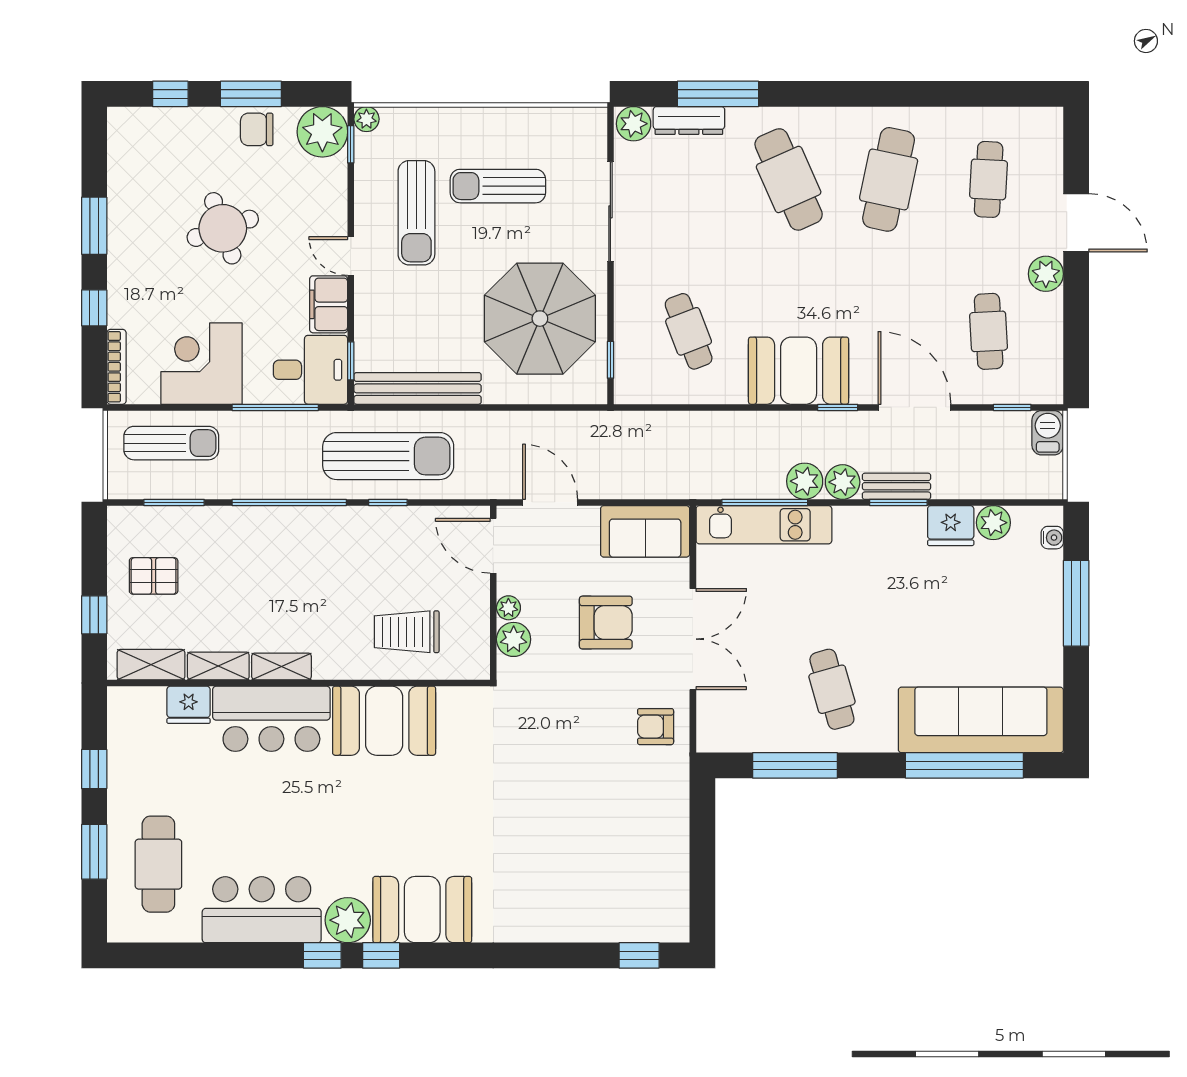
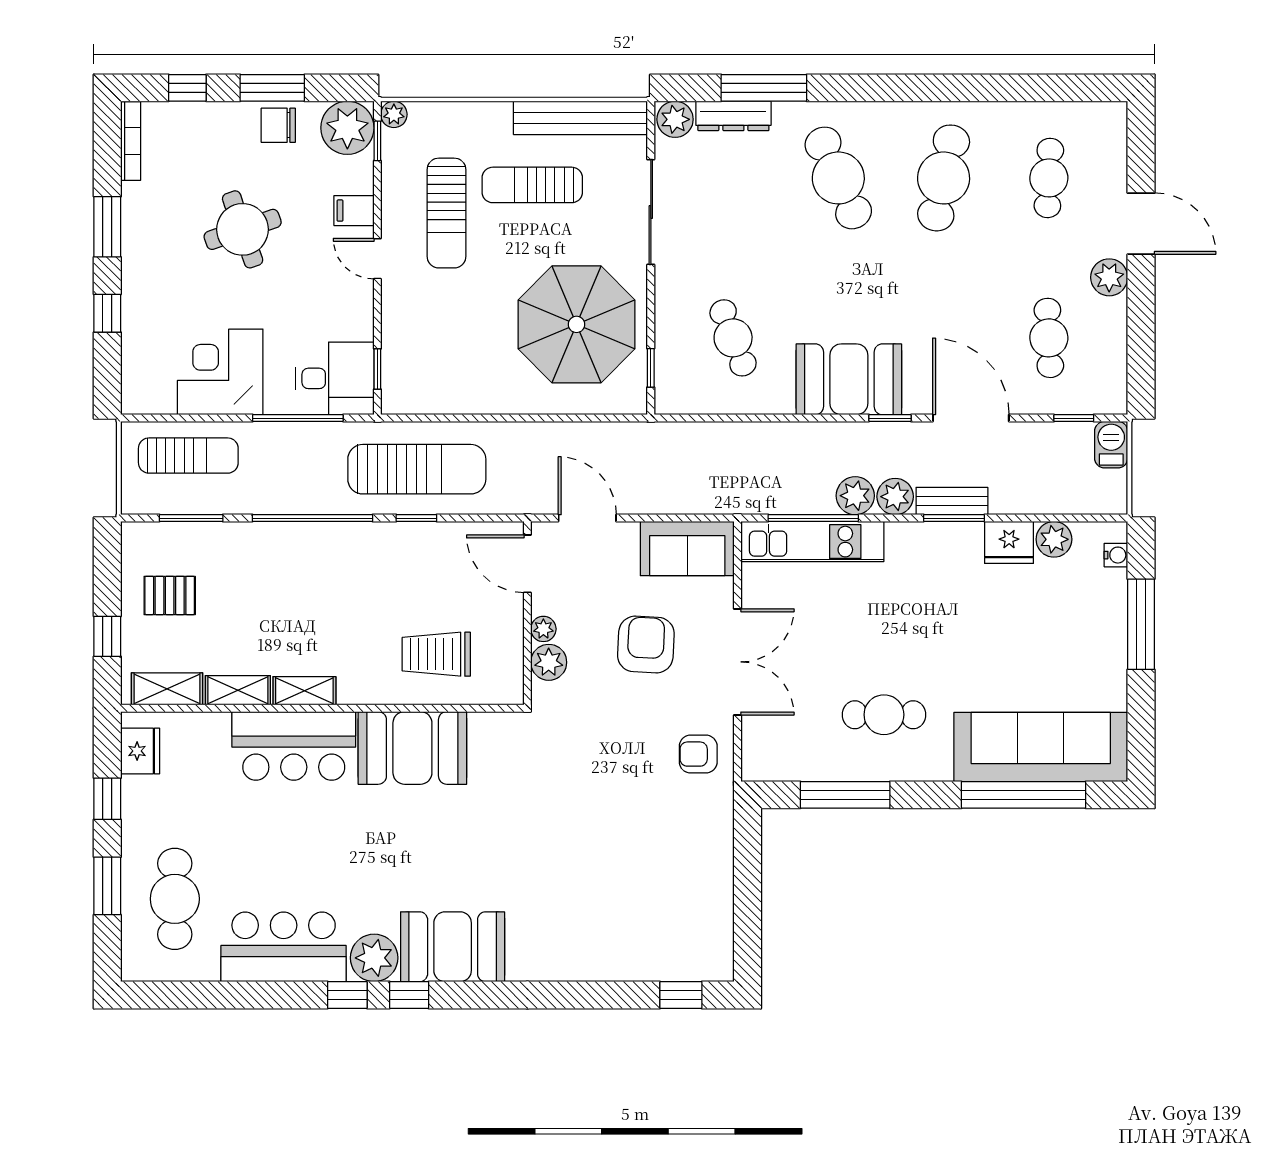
filing cabinet: (329, 304) -> (354, 211), moved, width x0.50
bookcase: (116, 367) -> (131, 141), moved
bench: (418, 388) -> (580, 118), moved
armchair: (606, 623) -> (646, 645), turned -87
cafe table: (832, 689) -> (884, 715), turned -74
fridge: (189, 705) -> (140, 751), moved, turned -90

